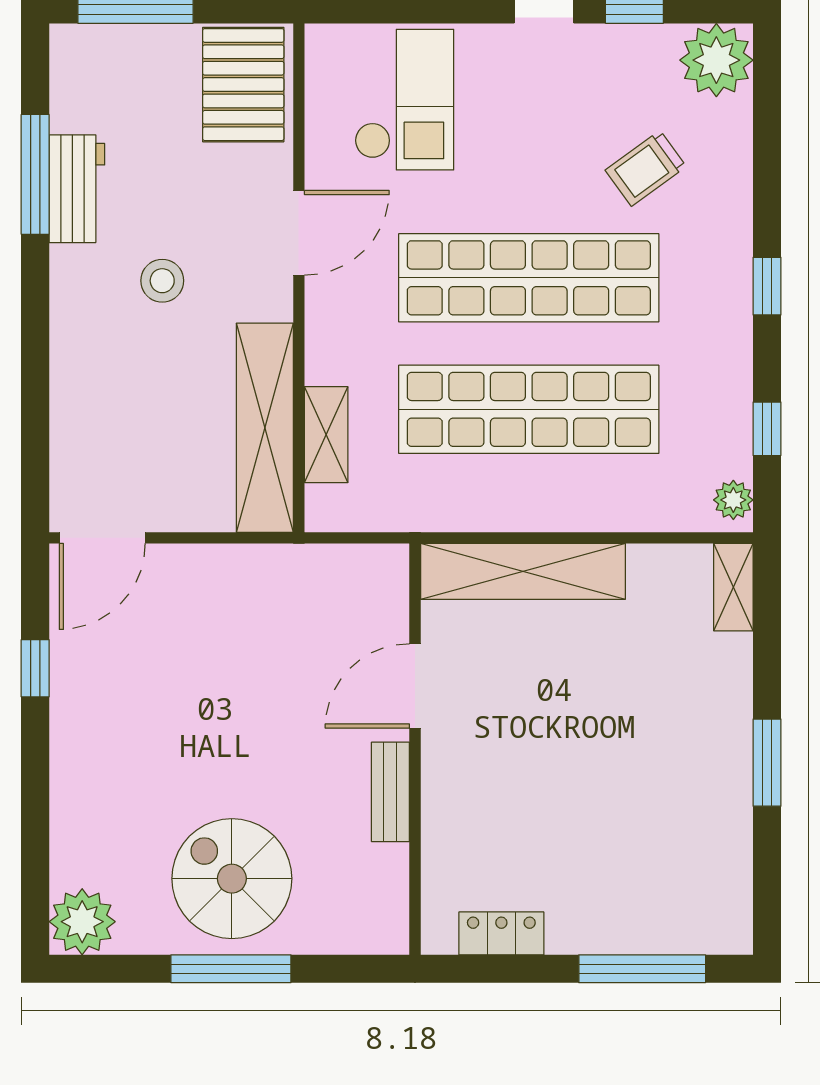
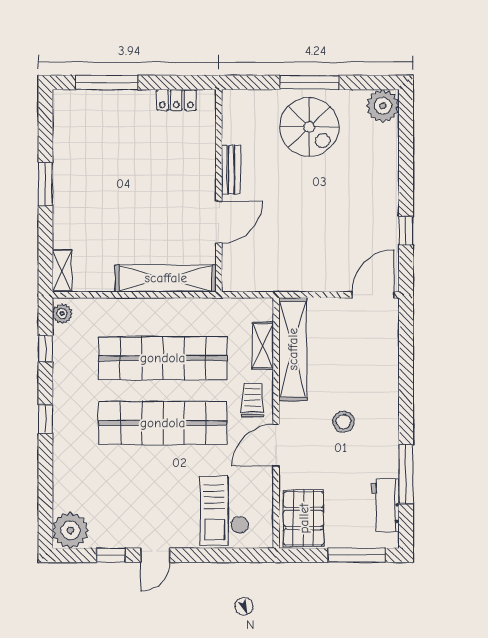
trolley: (646, 168) -> (252, 400), moved, turned -54
workbench: (77, 189) -> (385, 505), moved

